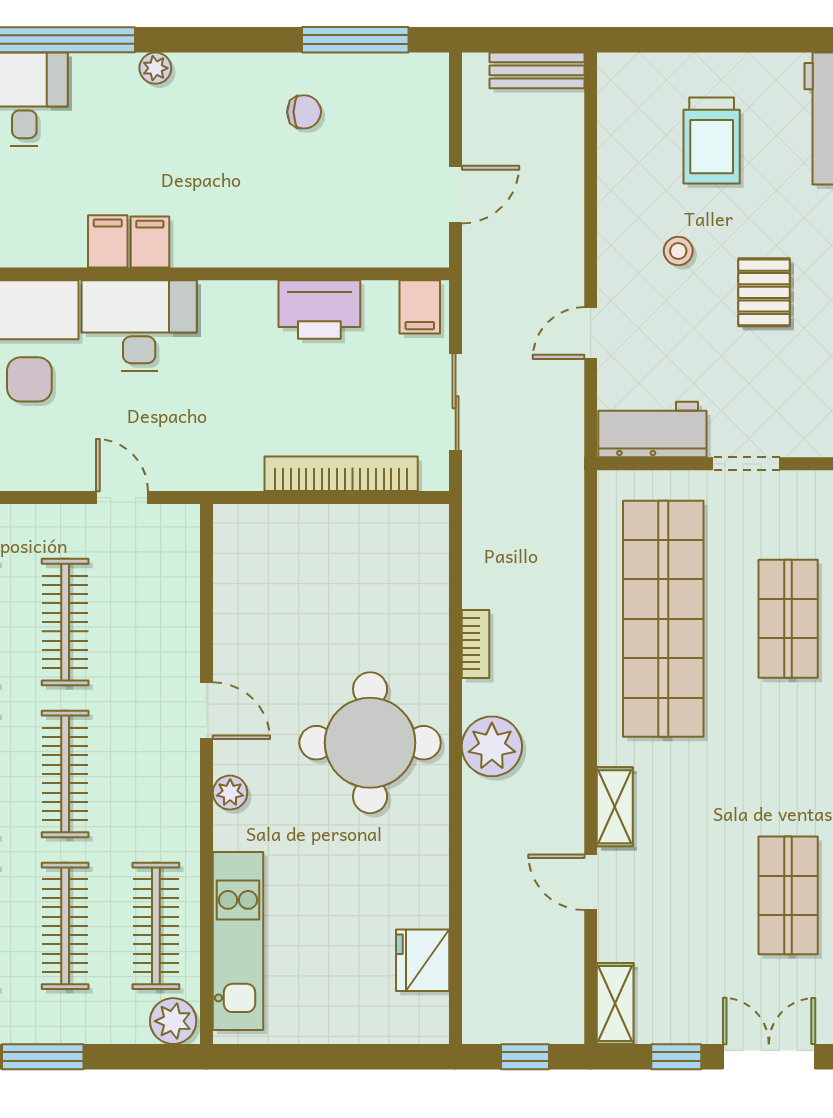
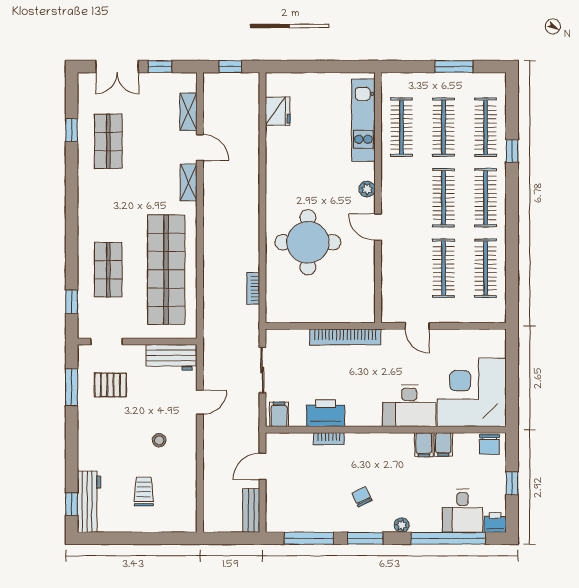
window: (234, 40) -> (365, 538), added
bench: (537, 70) -> (251, 510), moved, turned 90
chair: (304, 112) -> (362, 497), moved, turned 64
trolley: (712, 141) -> (144, 491), width x0.73, depth x0.72
filing cabinet: (150, 242) -> (443, 444), moved
bookcase: (313, 254) -> (329, 439), added
pallet: (764, 292) -> (110, 385), moved, turned 90
doorway: (746, 464) -> (106, 342), moved
bookcase: (341, 474) -> (345, 337), moved
bookcase: (476, 644) -> (253, 289), moved
round table: (370, 743) -> (308, 242), moved
plant: (492, 746) -> (246, 210), removed
shelving: (615, 1003) -> (188, 112), moved
plant: (173, 1021) -> (393, 83), removed

